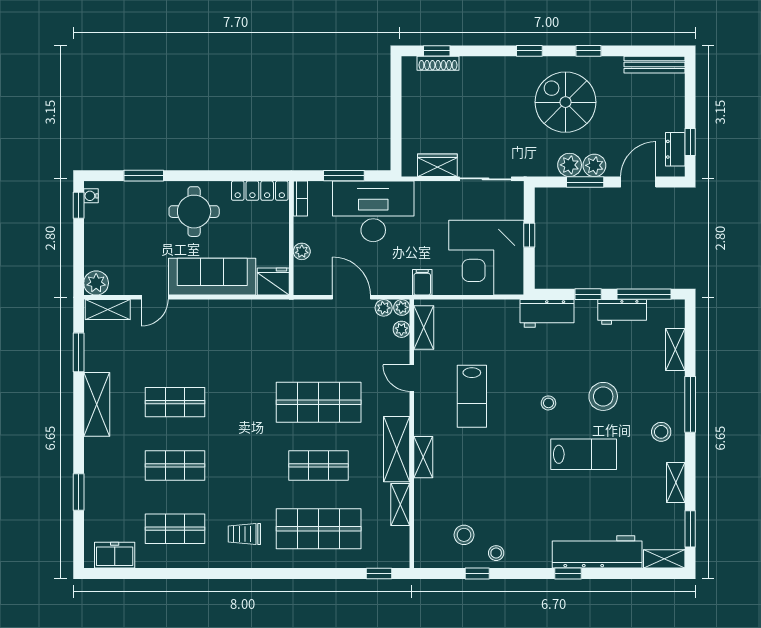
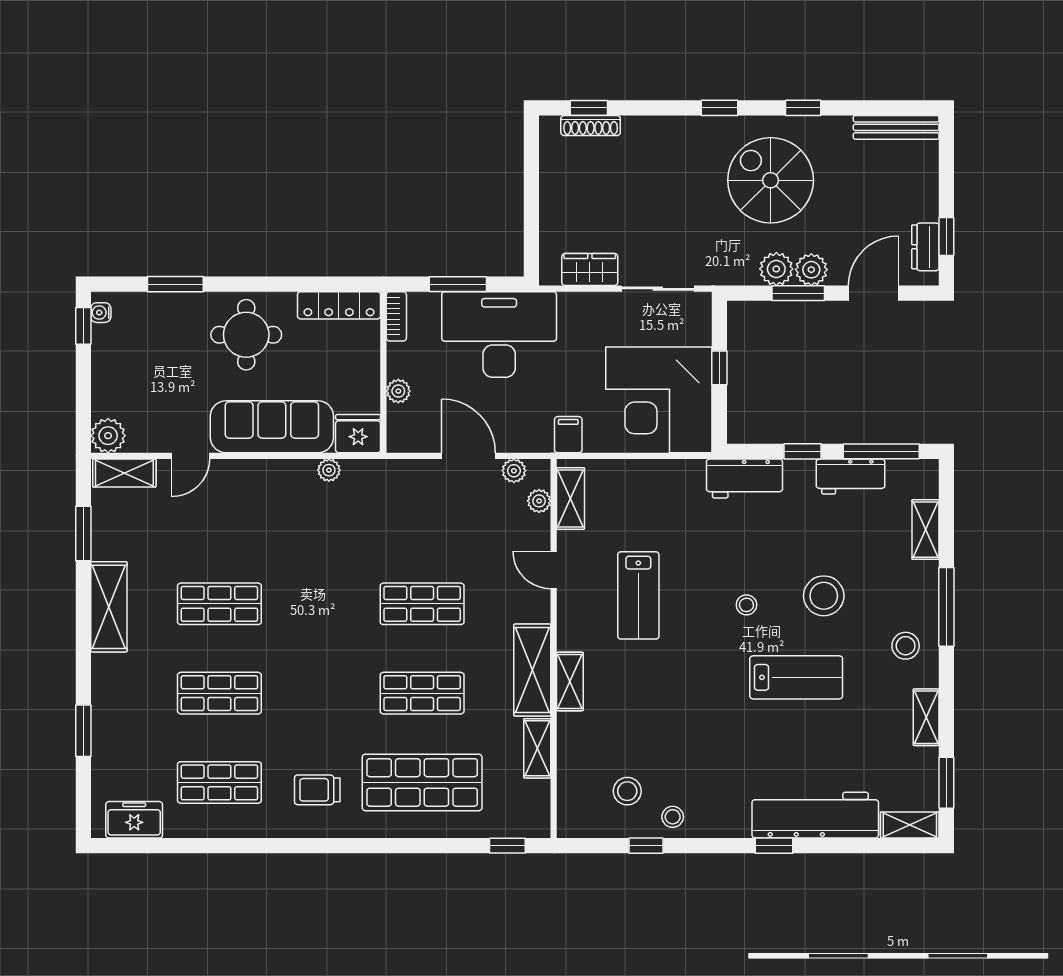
plant: (402, 307) -> (329, 470), moved
shop shelf: (319, 402) -> (422, 604), width x0.70, depth x0.74

